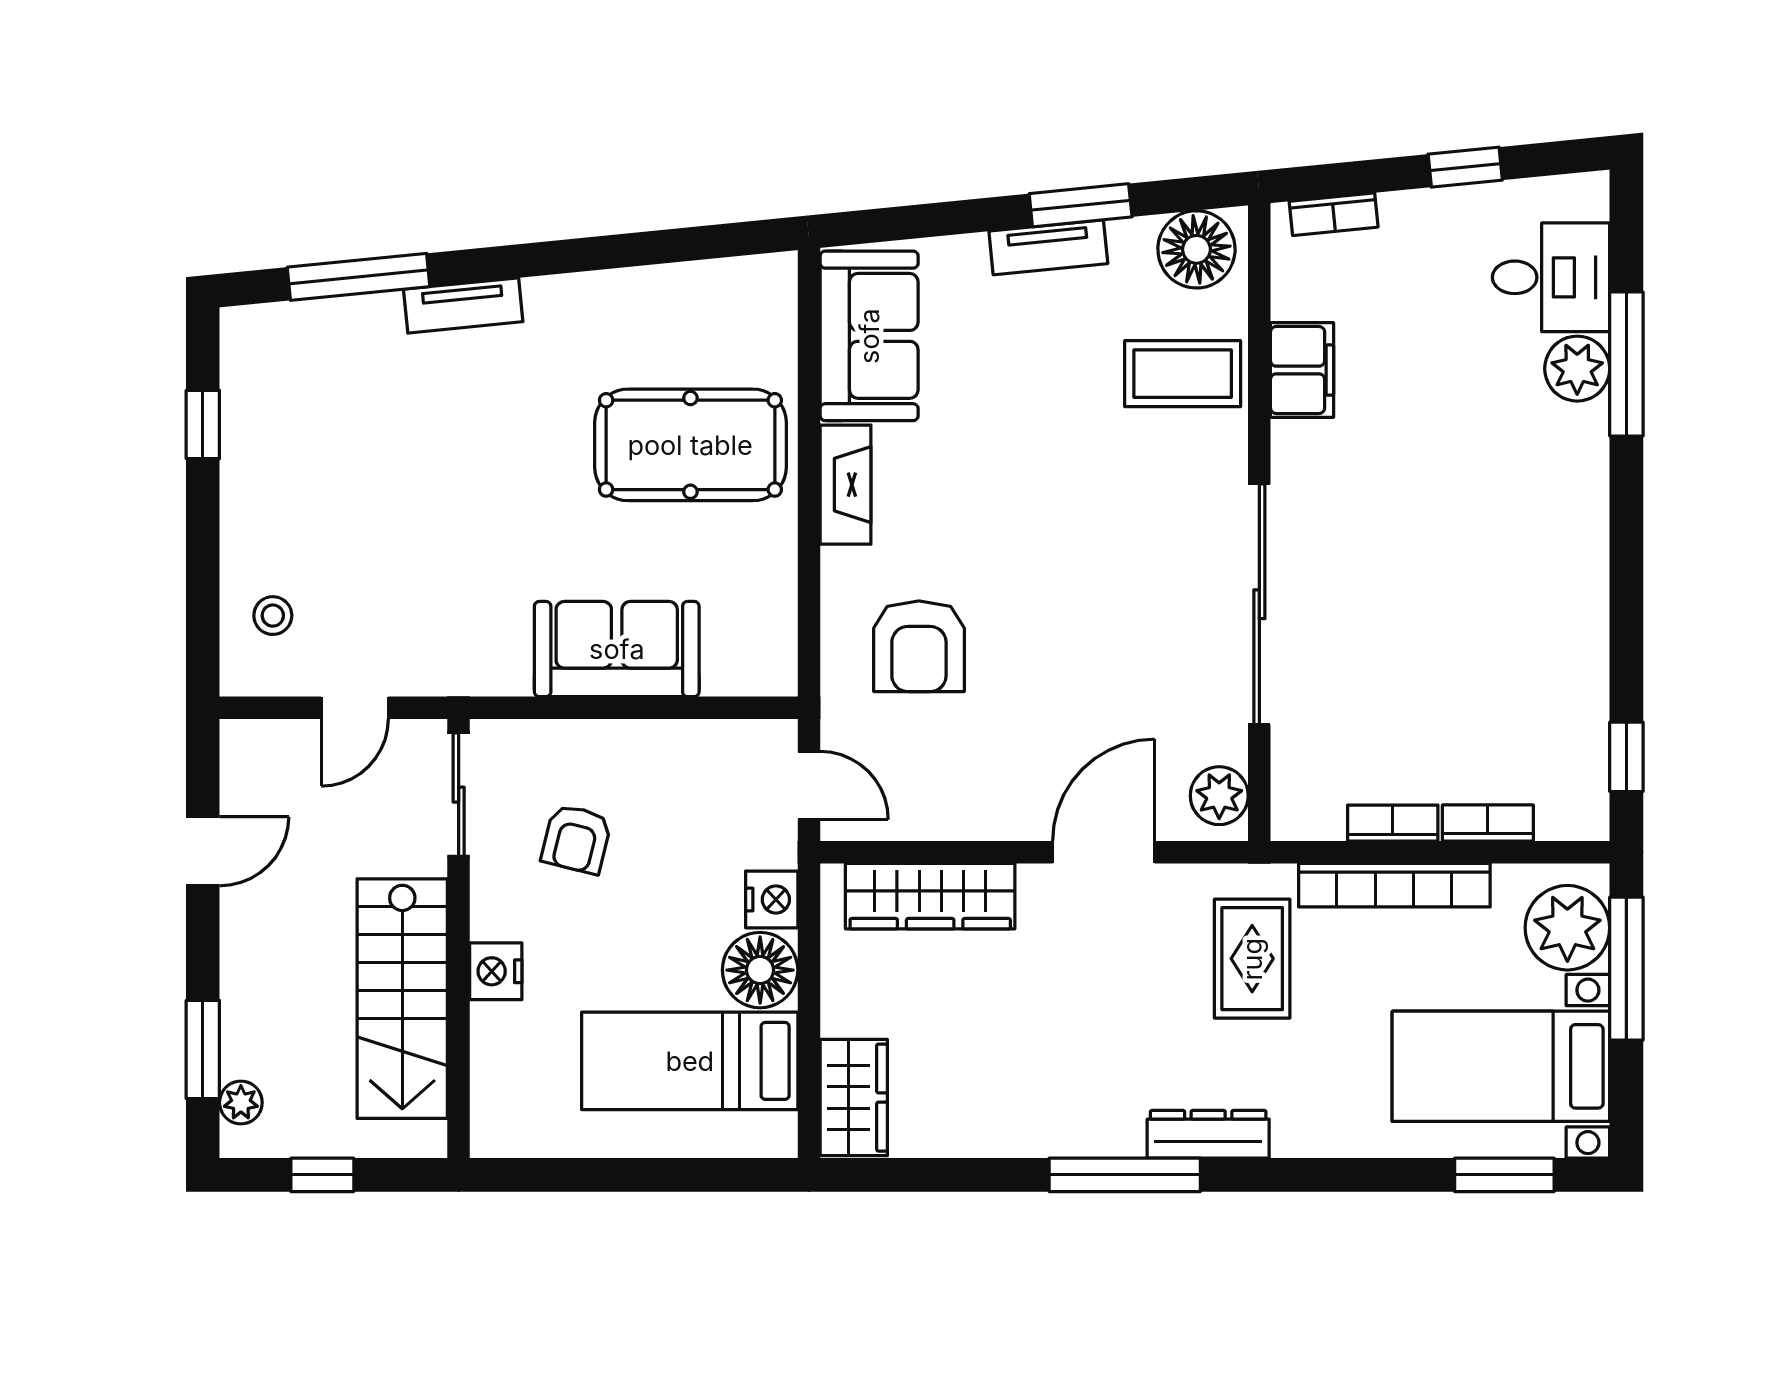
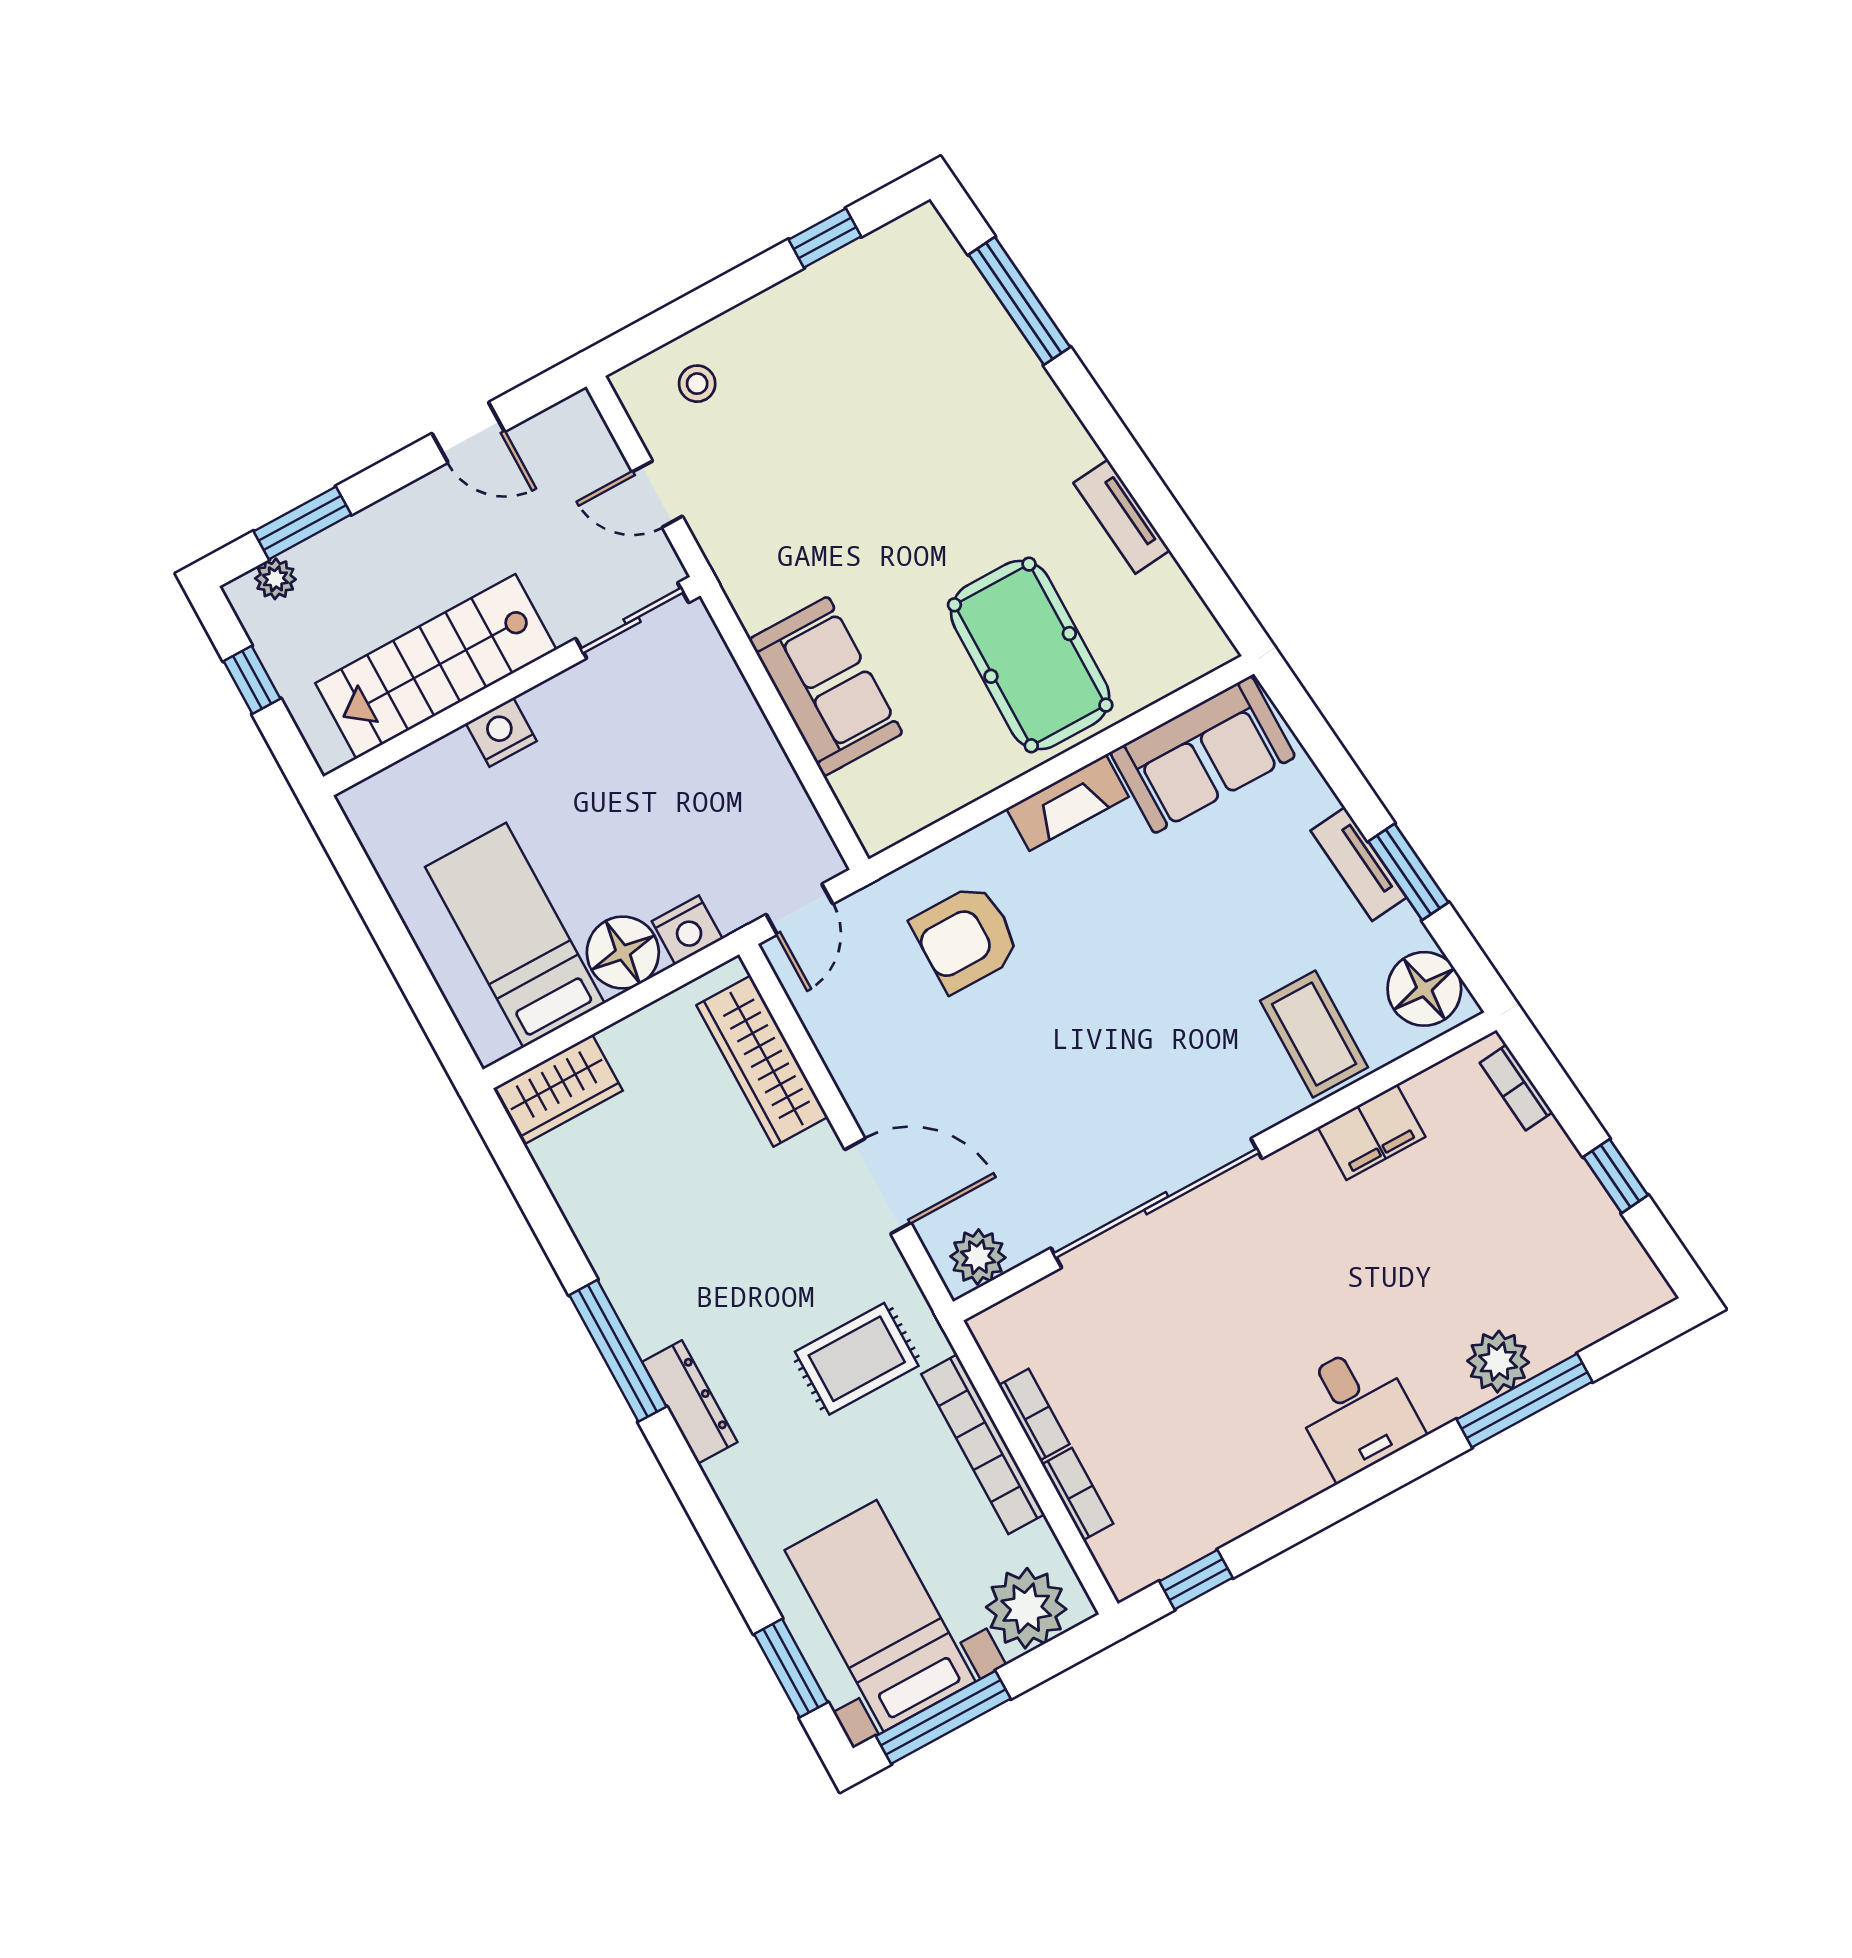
desk: (1551, 277) -> (1356, 1411), moved
tv unit: (463, 305) -> (1122, 517), moved
armchair: (576, 839) -> (649, 739), removed
window: (1626, 969) -> (943, 1717), moved

